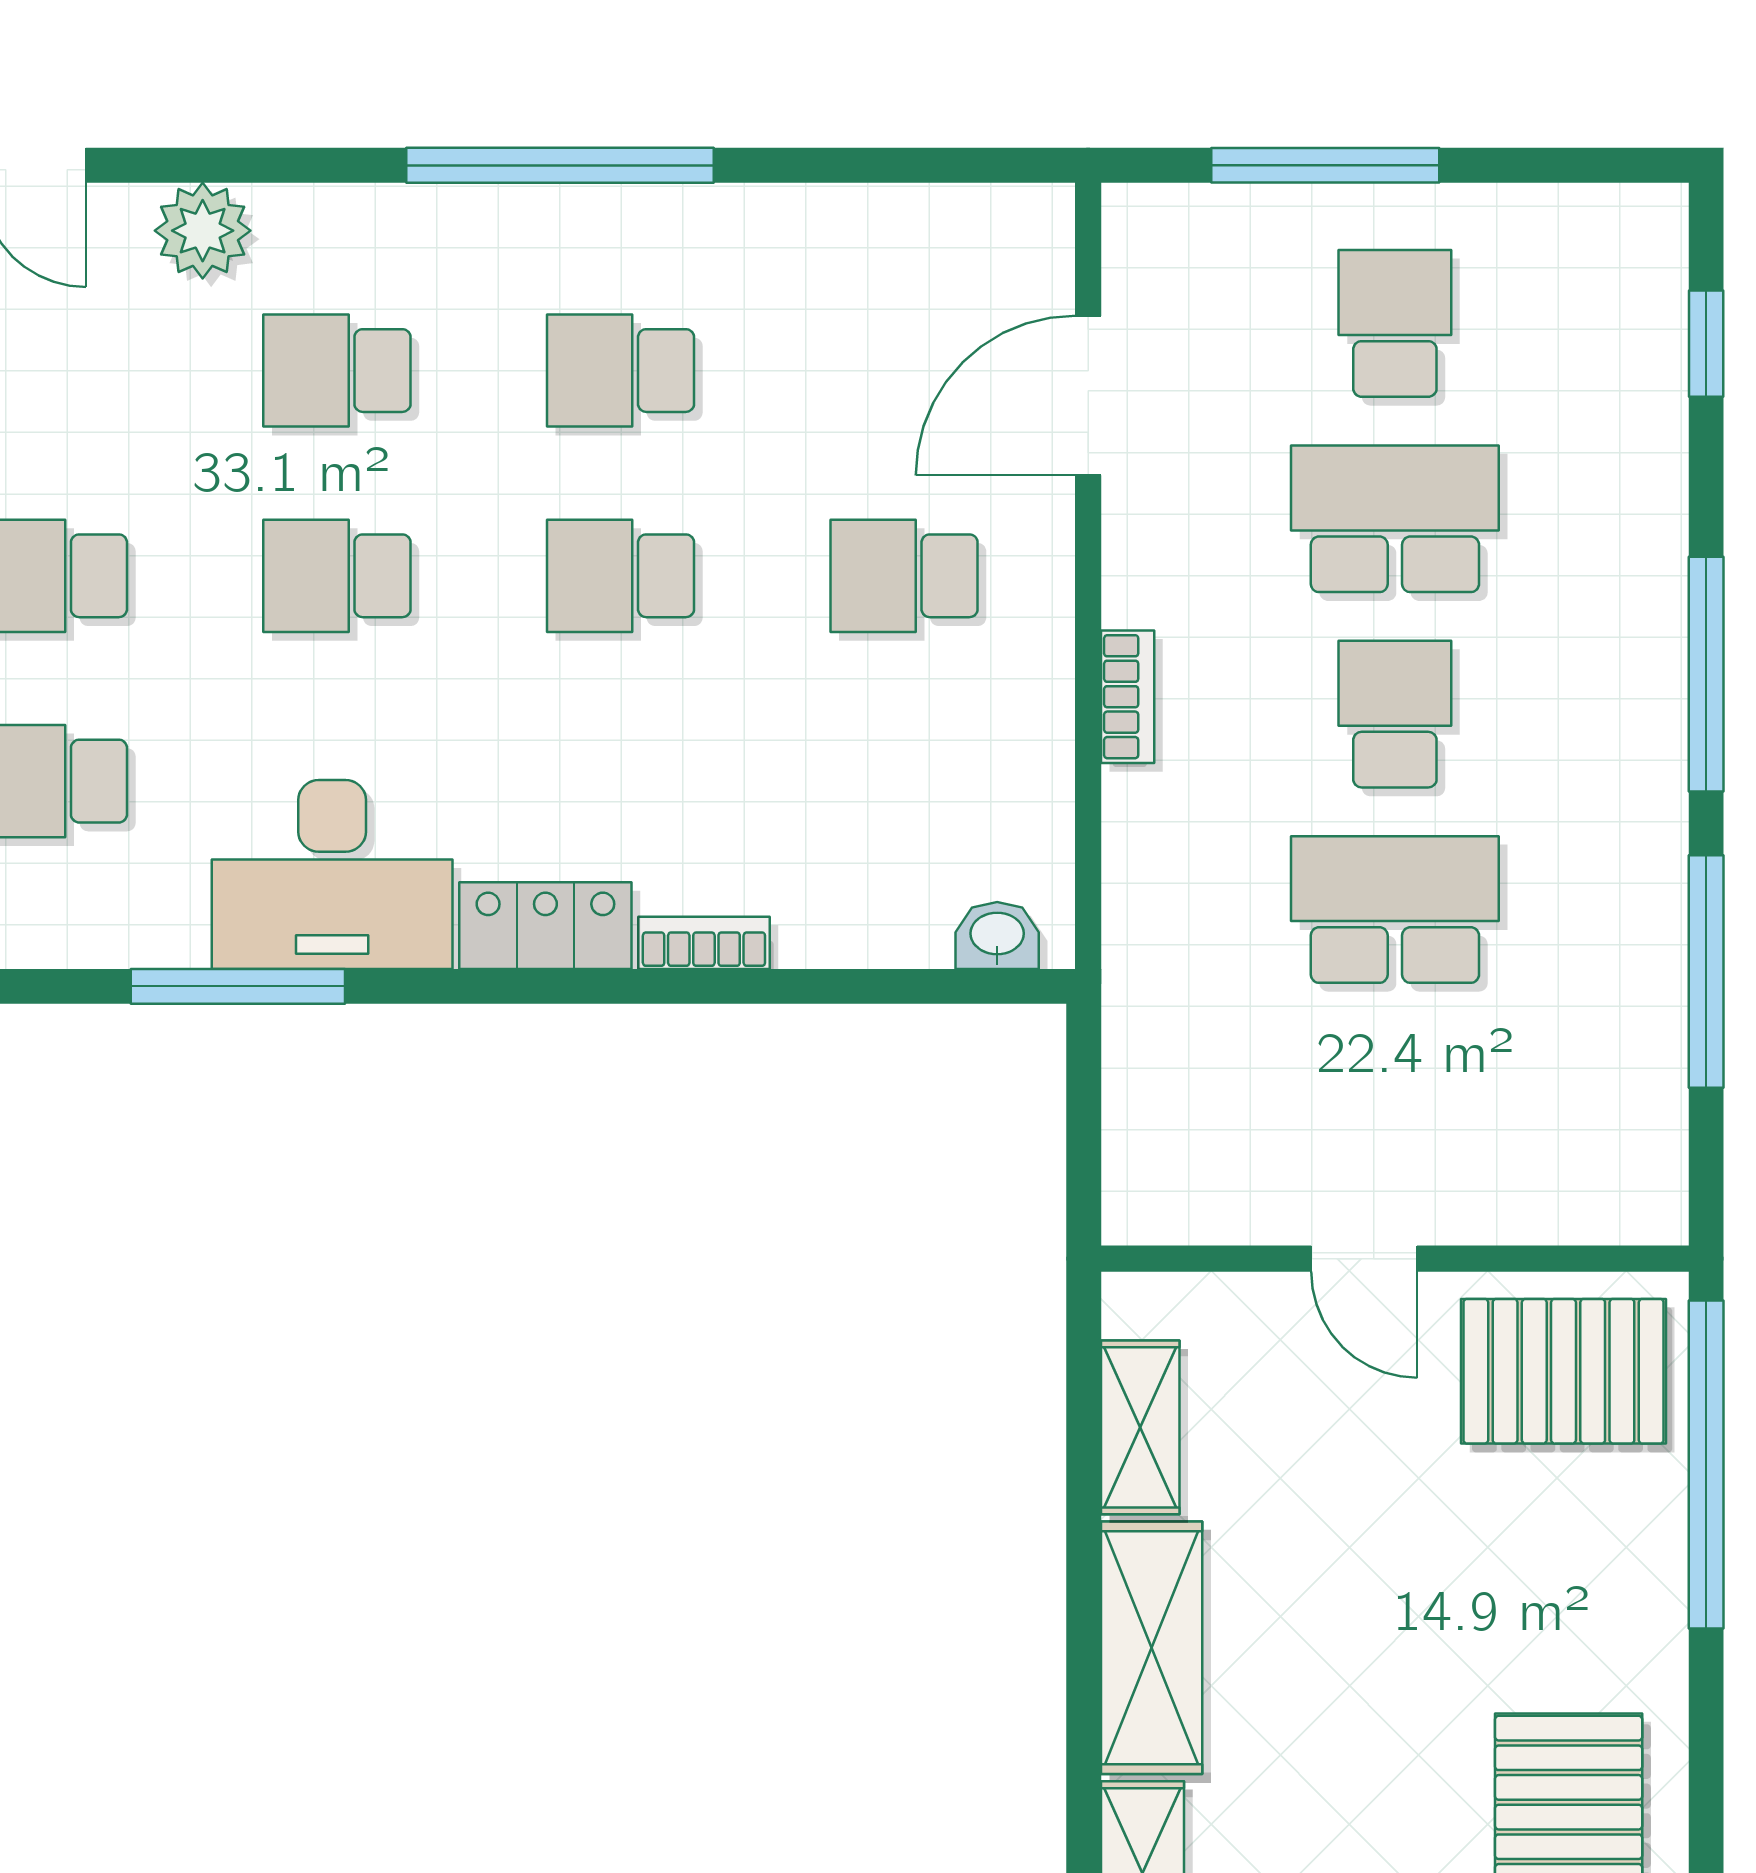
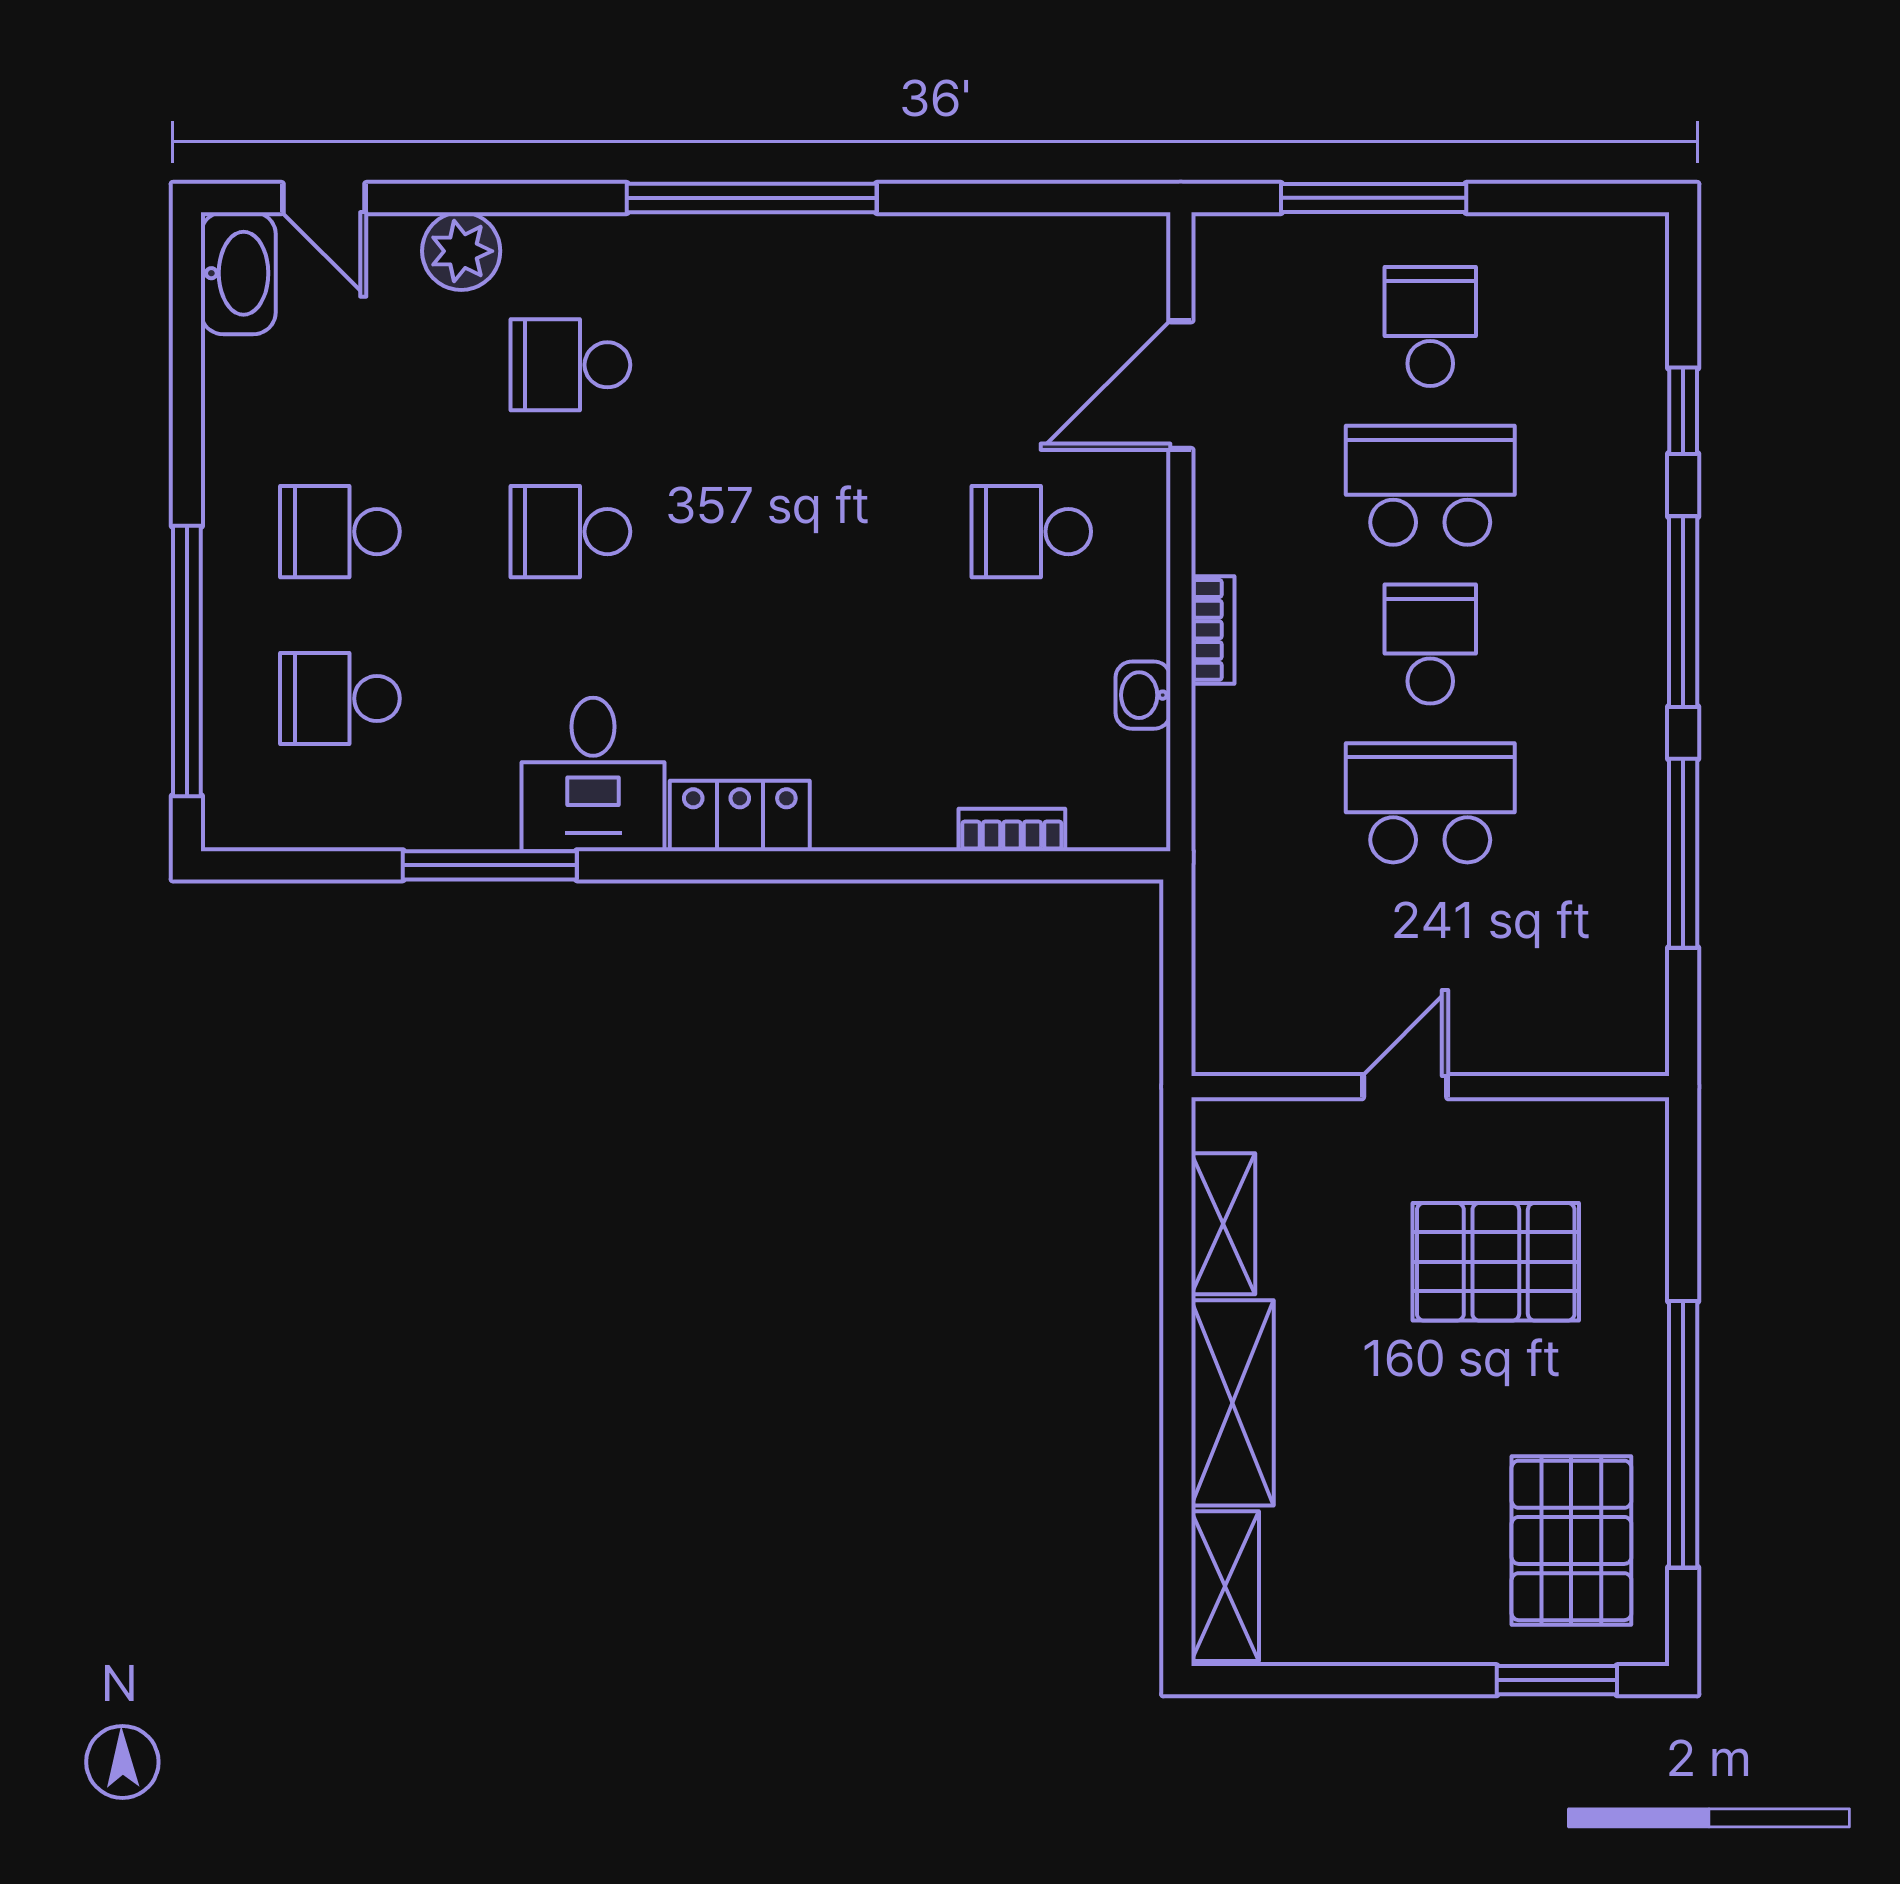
window: (1706, 344) -> (1683, 411), moved
school desk: (620, 371) -> (801, 365), removed
school desk: (620, 576) -> (801, 532), removed
desk: (332, 875) -> (593, 774), width x0.73
washbasin: (997, 935) -> (1143, 695), moved, turned -90
bookcase: (704, 943) -> (1012, 830), moved
door: (1364, 1259) -> (1405, 1087), swing flipped
pallet: (1563, 1371) -> (1496, 1262), moved
window: (1706, 1465) -> (1683, 1434), moved

